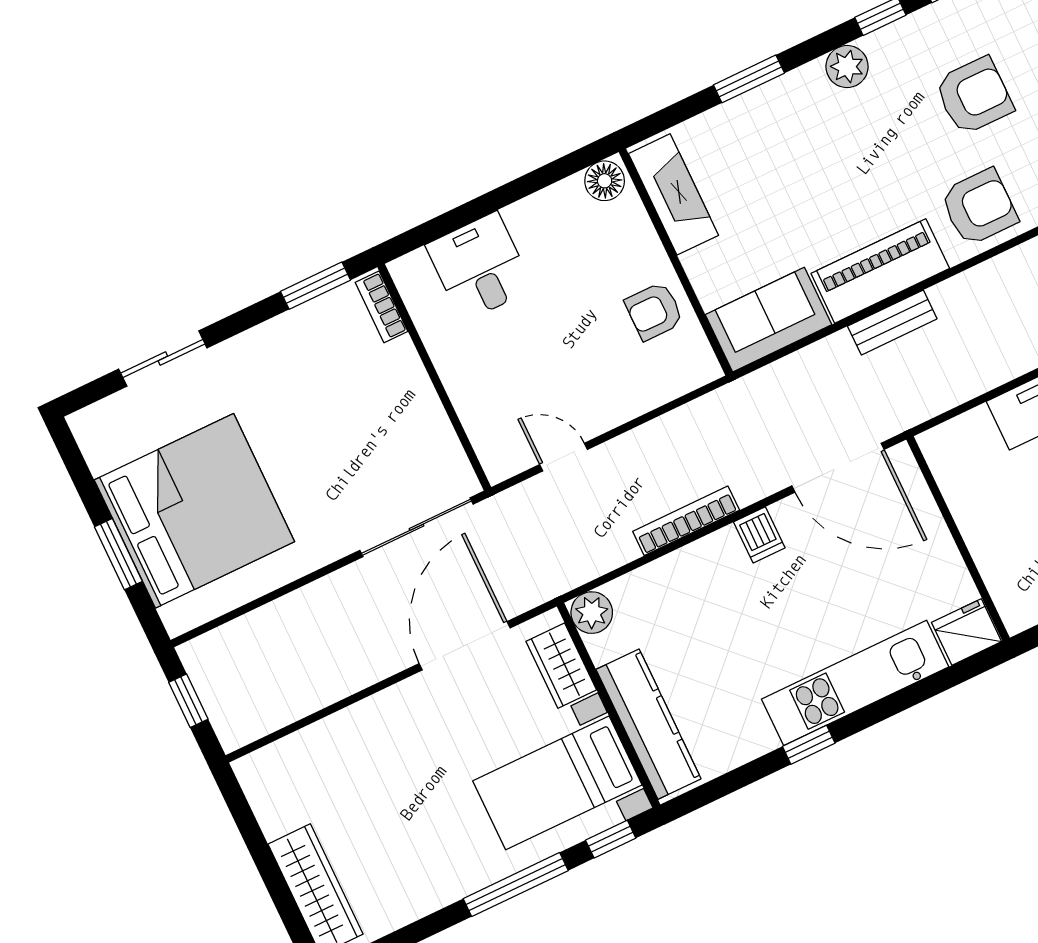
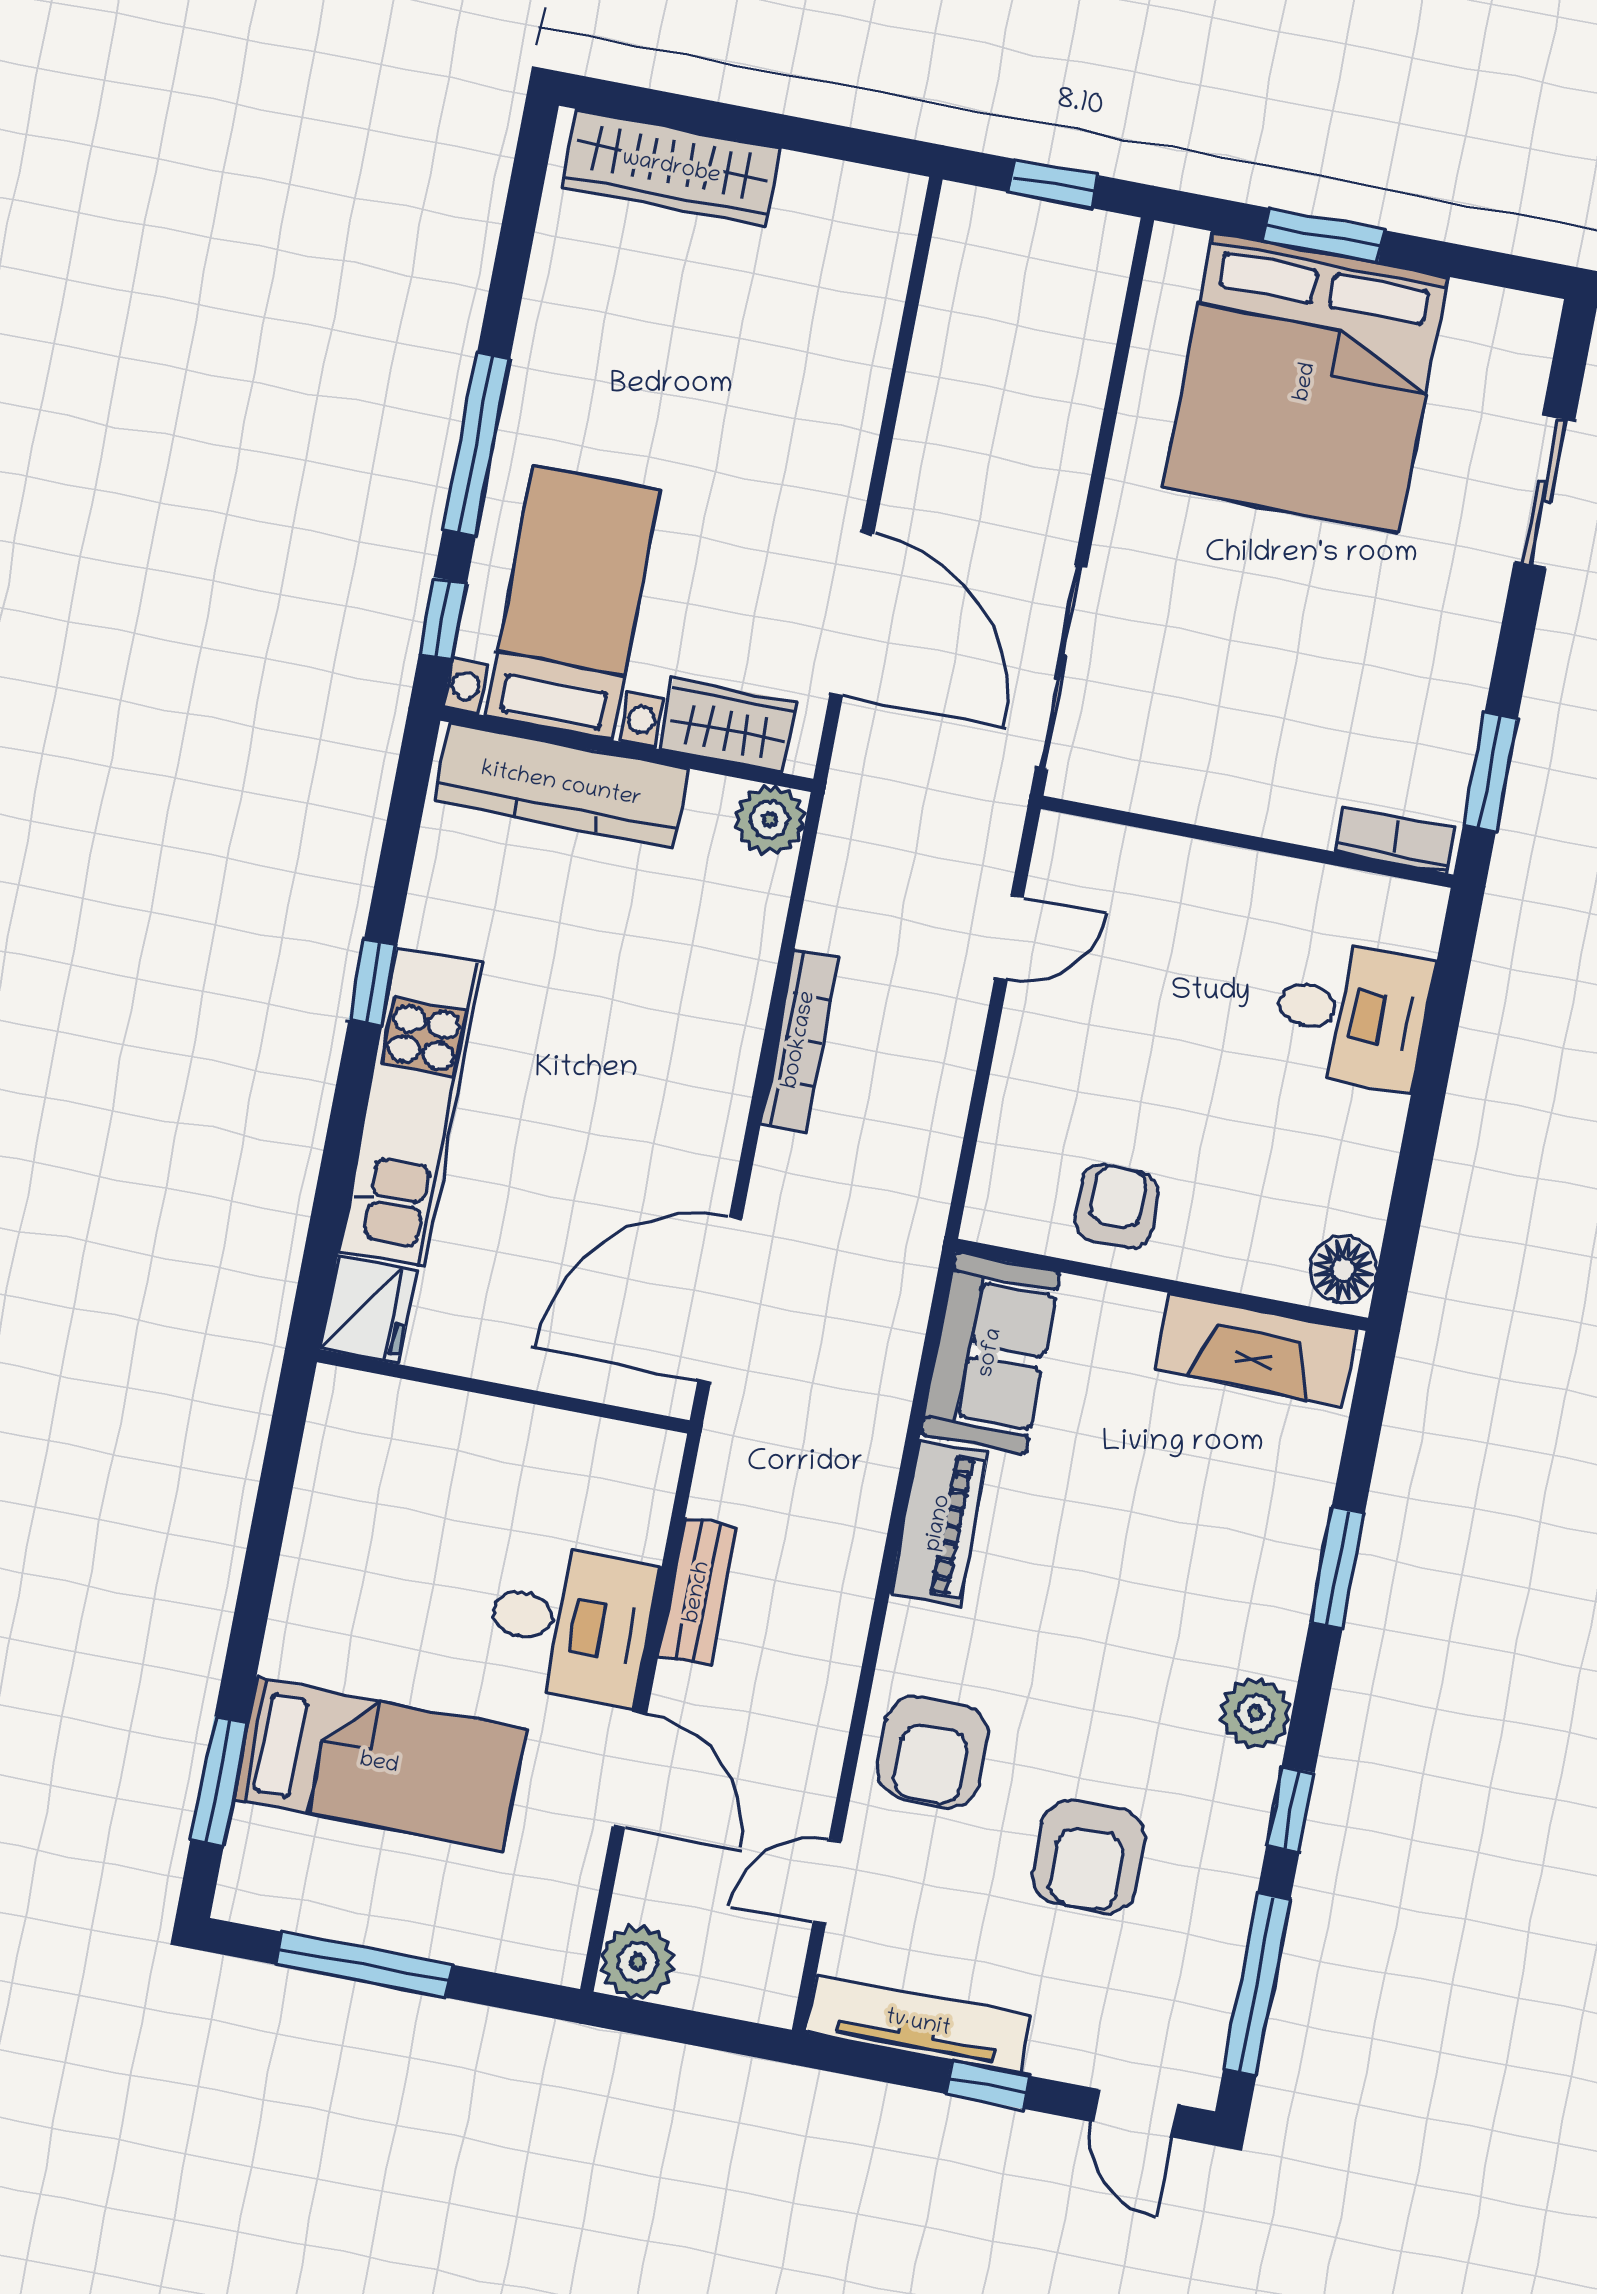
piano: (880, 271) -> (939, 1523), width x0.73, depth x0.75
bench: (892, 322) -> (698, 1592), moved
dishwasher: (759, 535) -> (707, 1125), removed

